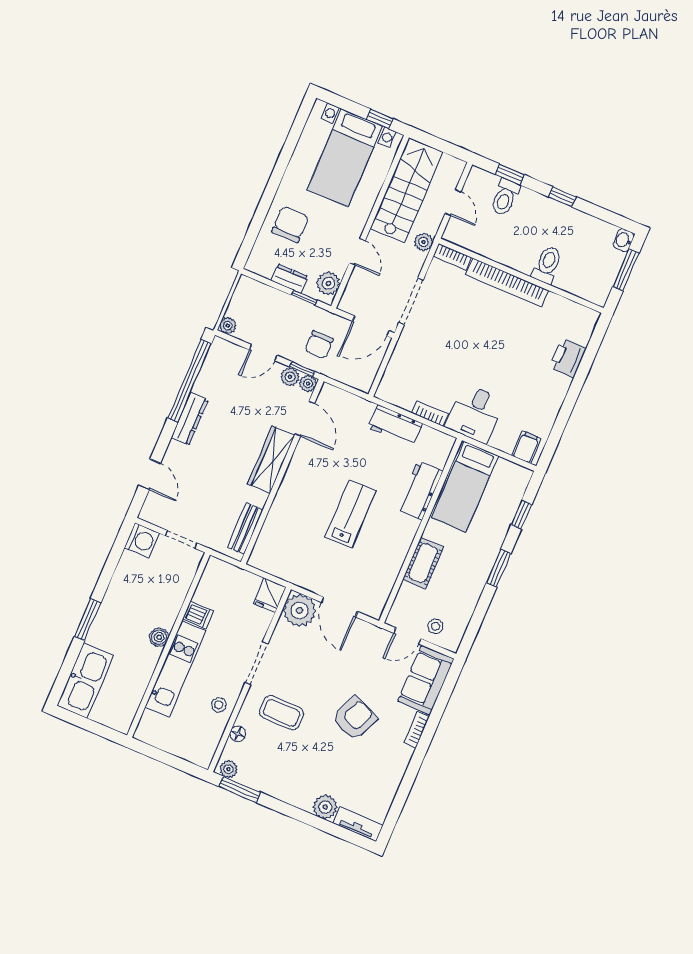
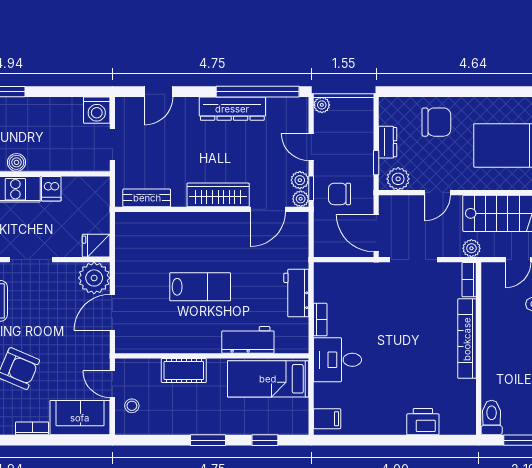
toilet: (547, 265) -> (492, 418), moved, turned -90
dresser: (190, 419) -> (232, 109), width x1.37, depth x1.24

